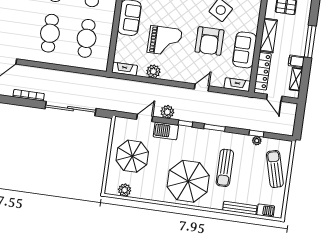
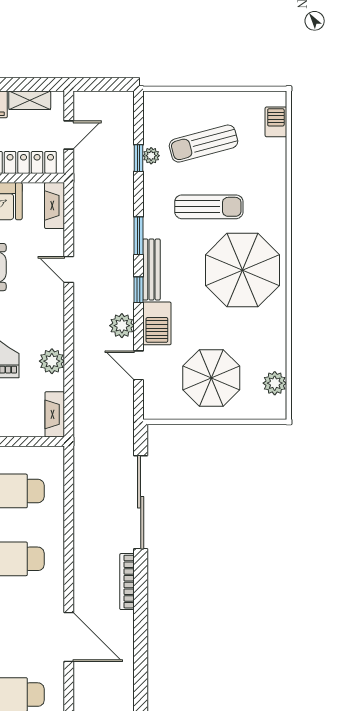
sun lounger: (275, 169) -> (203, 144), moved
bench: (240, 208) -> (151, 269), moved

